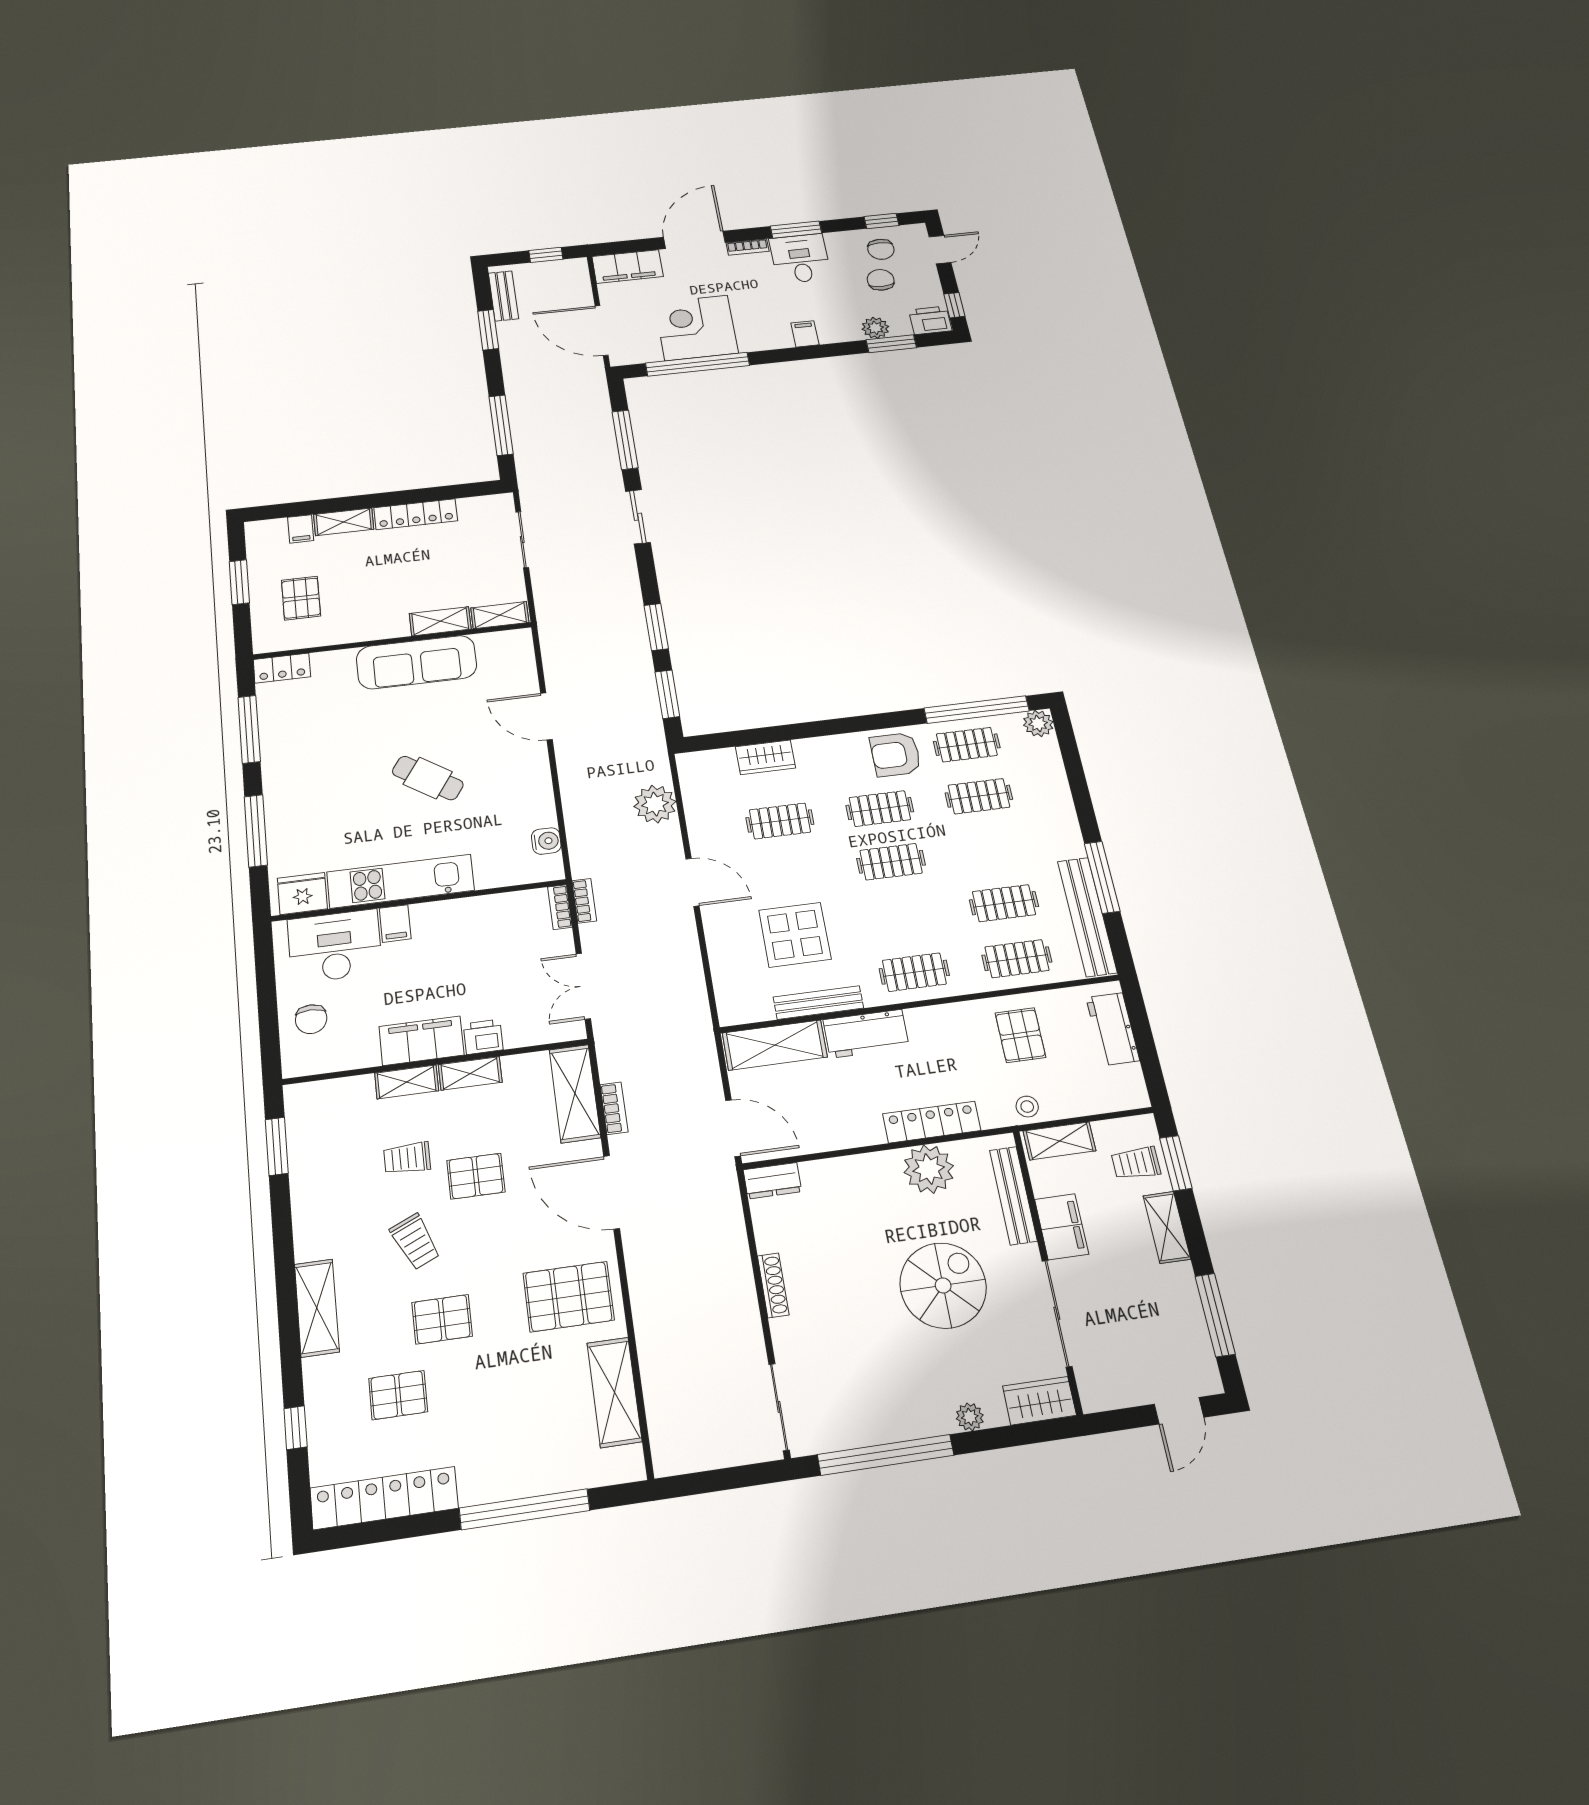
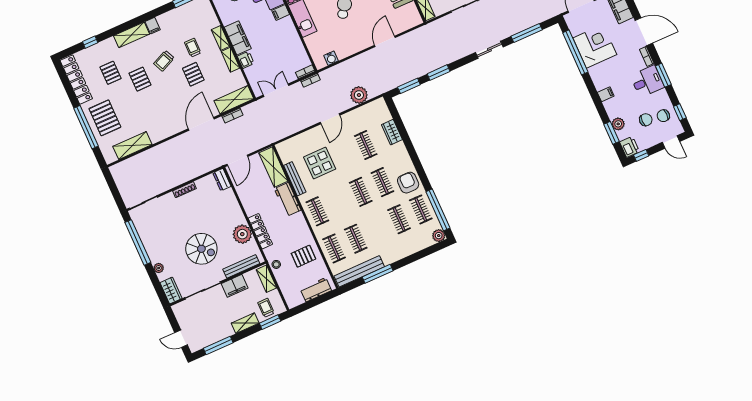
filing cabinet: (313, 1245) -> (153, 26), added
pallet: (569, 1297) -> (105, 118), moved

